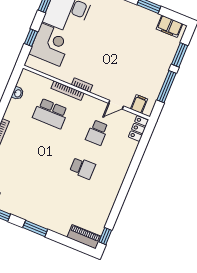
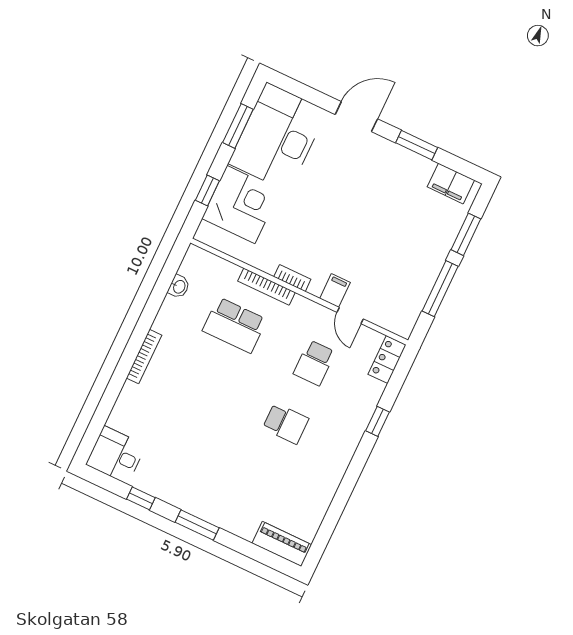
filing cabinet: (139, 104) -> (335, 290), moved
door: (116, 105) -> (350, 316), hinge flipped
window: (105, 236) -> (377, 421), moved

